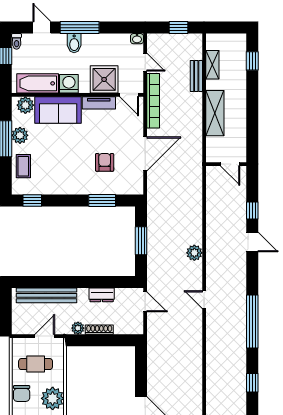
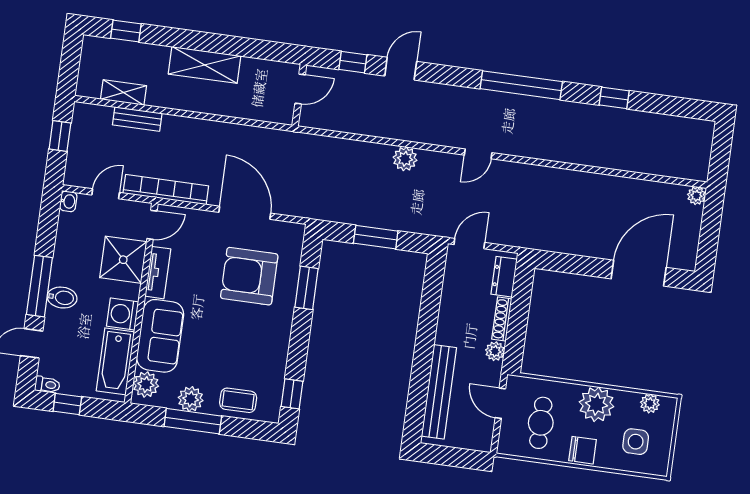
shelving: (215, 113) -> (205, 65), moved
armchair: (105, 162) -> (249, 276), width x1.88, depth x1.88
wall: (226, 164) -> (299, 95), moved
door: (230, 164) -> (300, 89), moved
dresser: (102, 295) -> (504, 277), moved, turned 180

